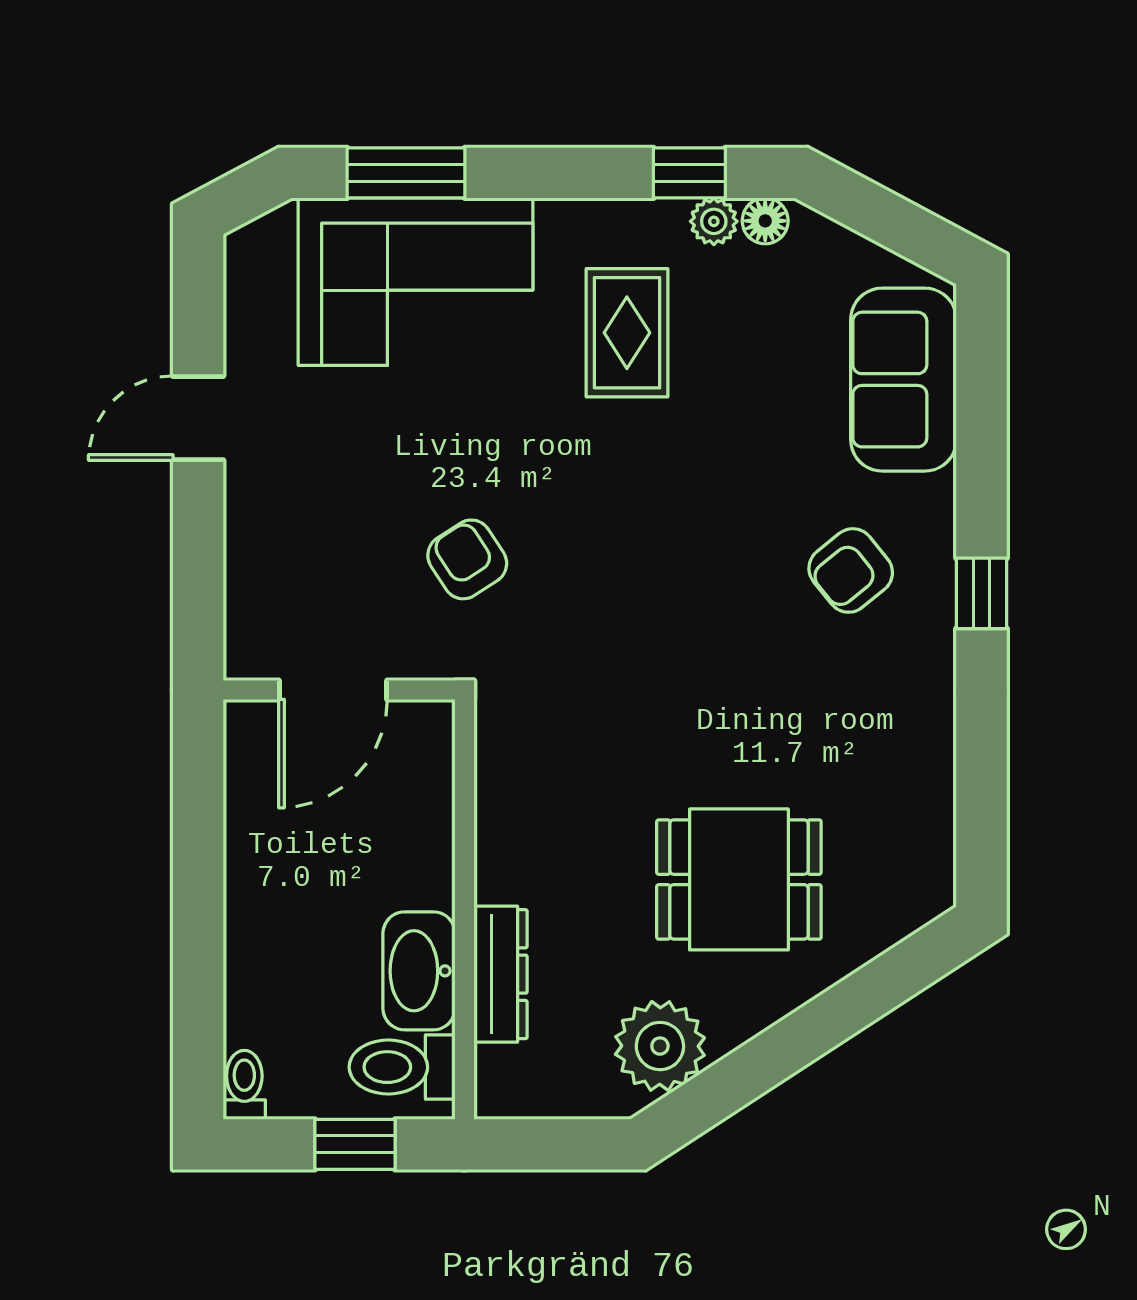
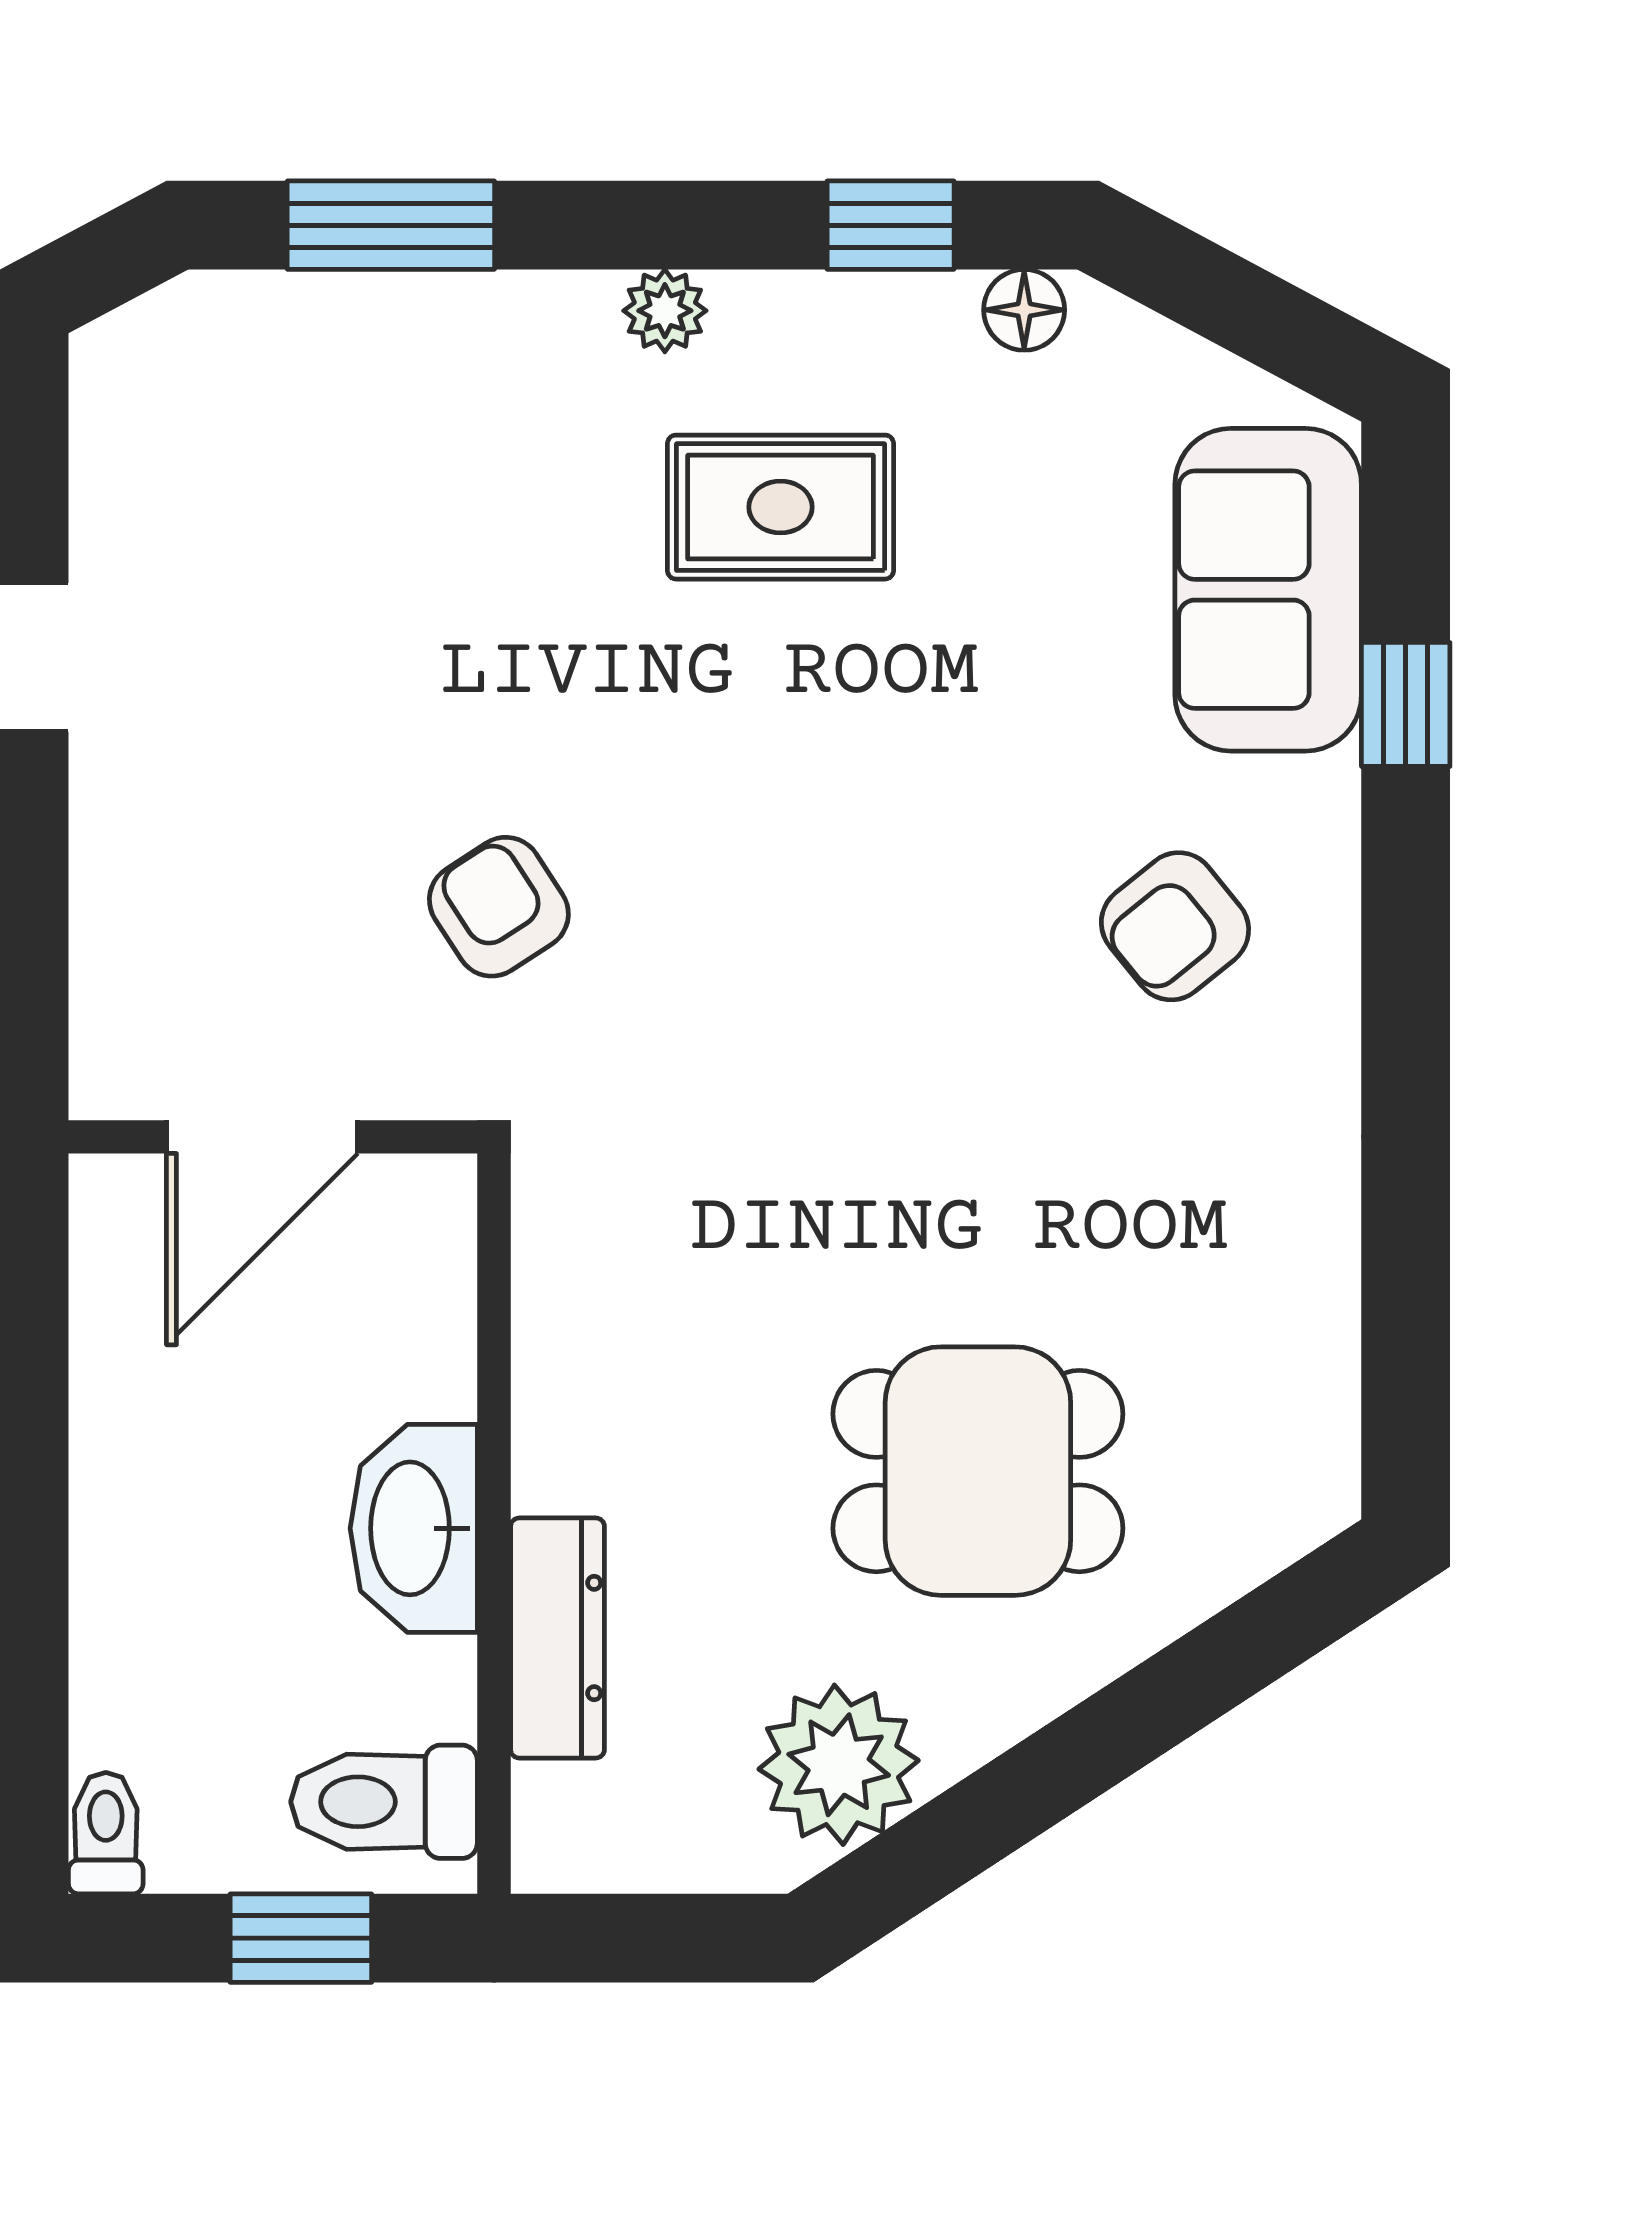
plant: (714, 221) -> (665, 311), moved
corner sofa: (416, 282) -> (408, 417), removed
rug: (627, 333) -> (781, 507), turned 90
window: (982, 593) -> (1406, 704), moved
washbasin: (419, 971) -> (414, 1528), moved

